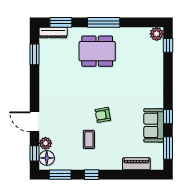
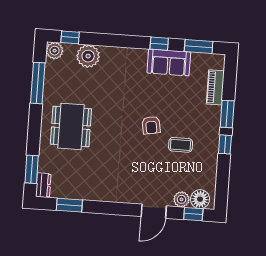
window: (104, 22) -> (38, 83), moved
dresser: (53, 33) -> (43, 185), width x0.70
plant: (154, 61) -> (88, 56), added
window: (60, 175) -> (227, 114), moved

